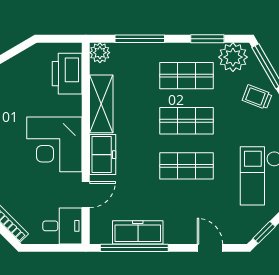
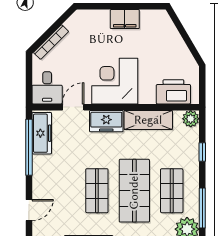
window: (140, 39) -> (202, 152), width x0.46
window: (207, 39) -> (202, 208), width x1.44
shop shelf: (187, 121) -> (134, 191), width x1.43, depth x1.36
door: (86, 195) -> (73, 107), swing flipped
freezer: (138, 232) -> (42, 133), moved

